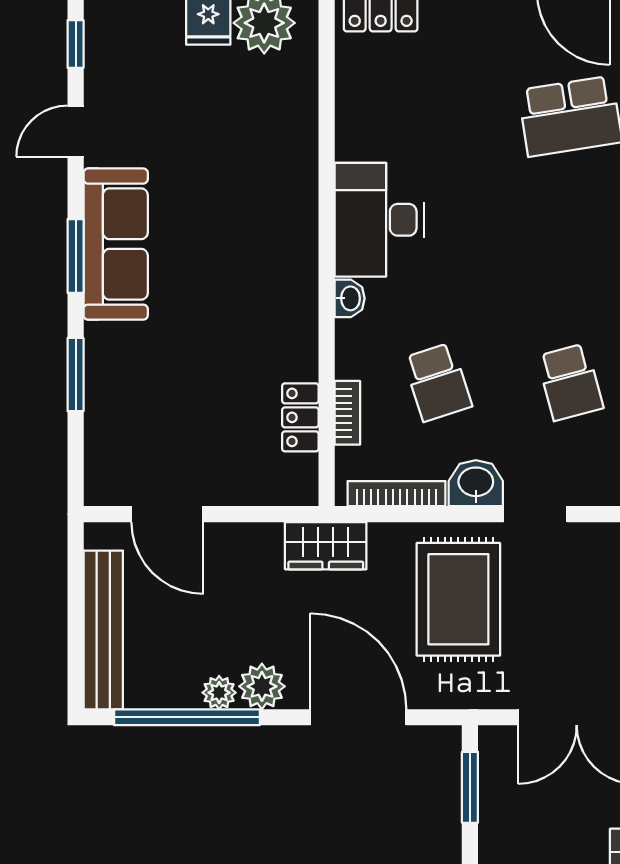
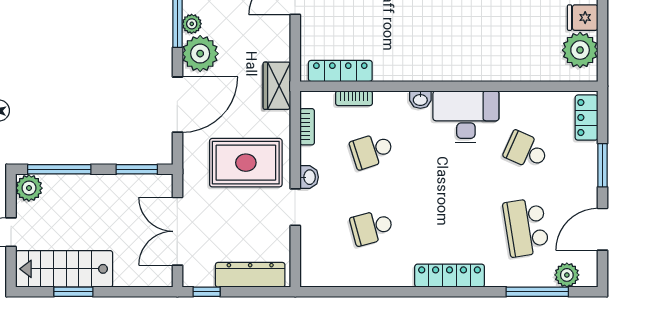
school desk: (438, 116) -> (526, 151), added
locker: (300, 417) -> (340, 71), width x1.53
washbasin: (476, 483) -> (309, 177), width x0.72, depth x0.69
bookcase: (396, 494) -> (307, 127), width x0.64
plant: (262, 686) -> (200, 54), width x1.36, depth x1.36

